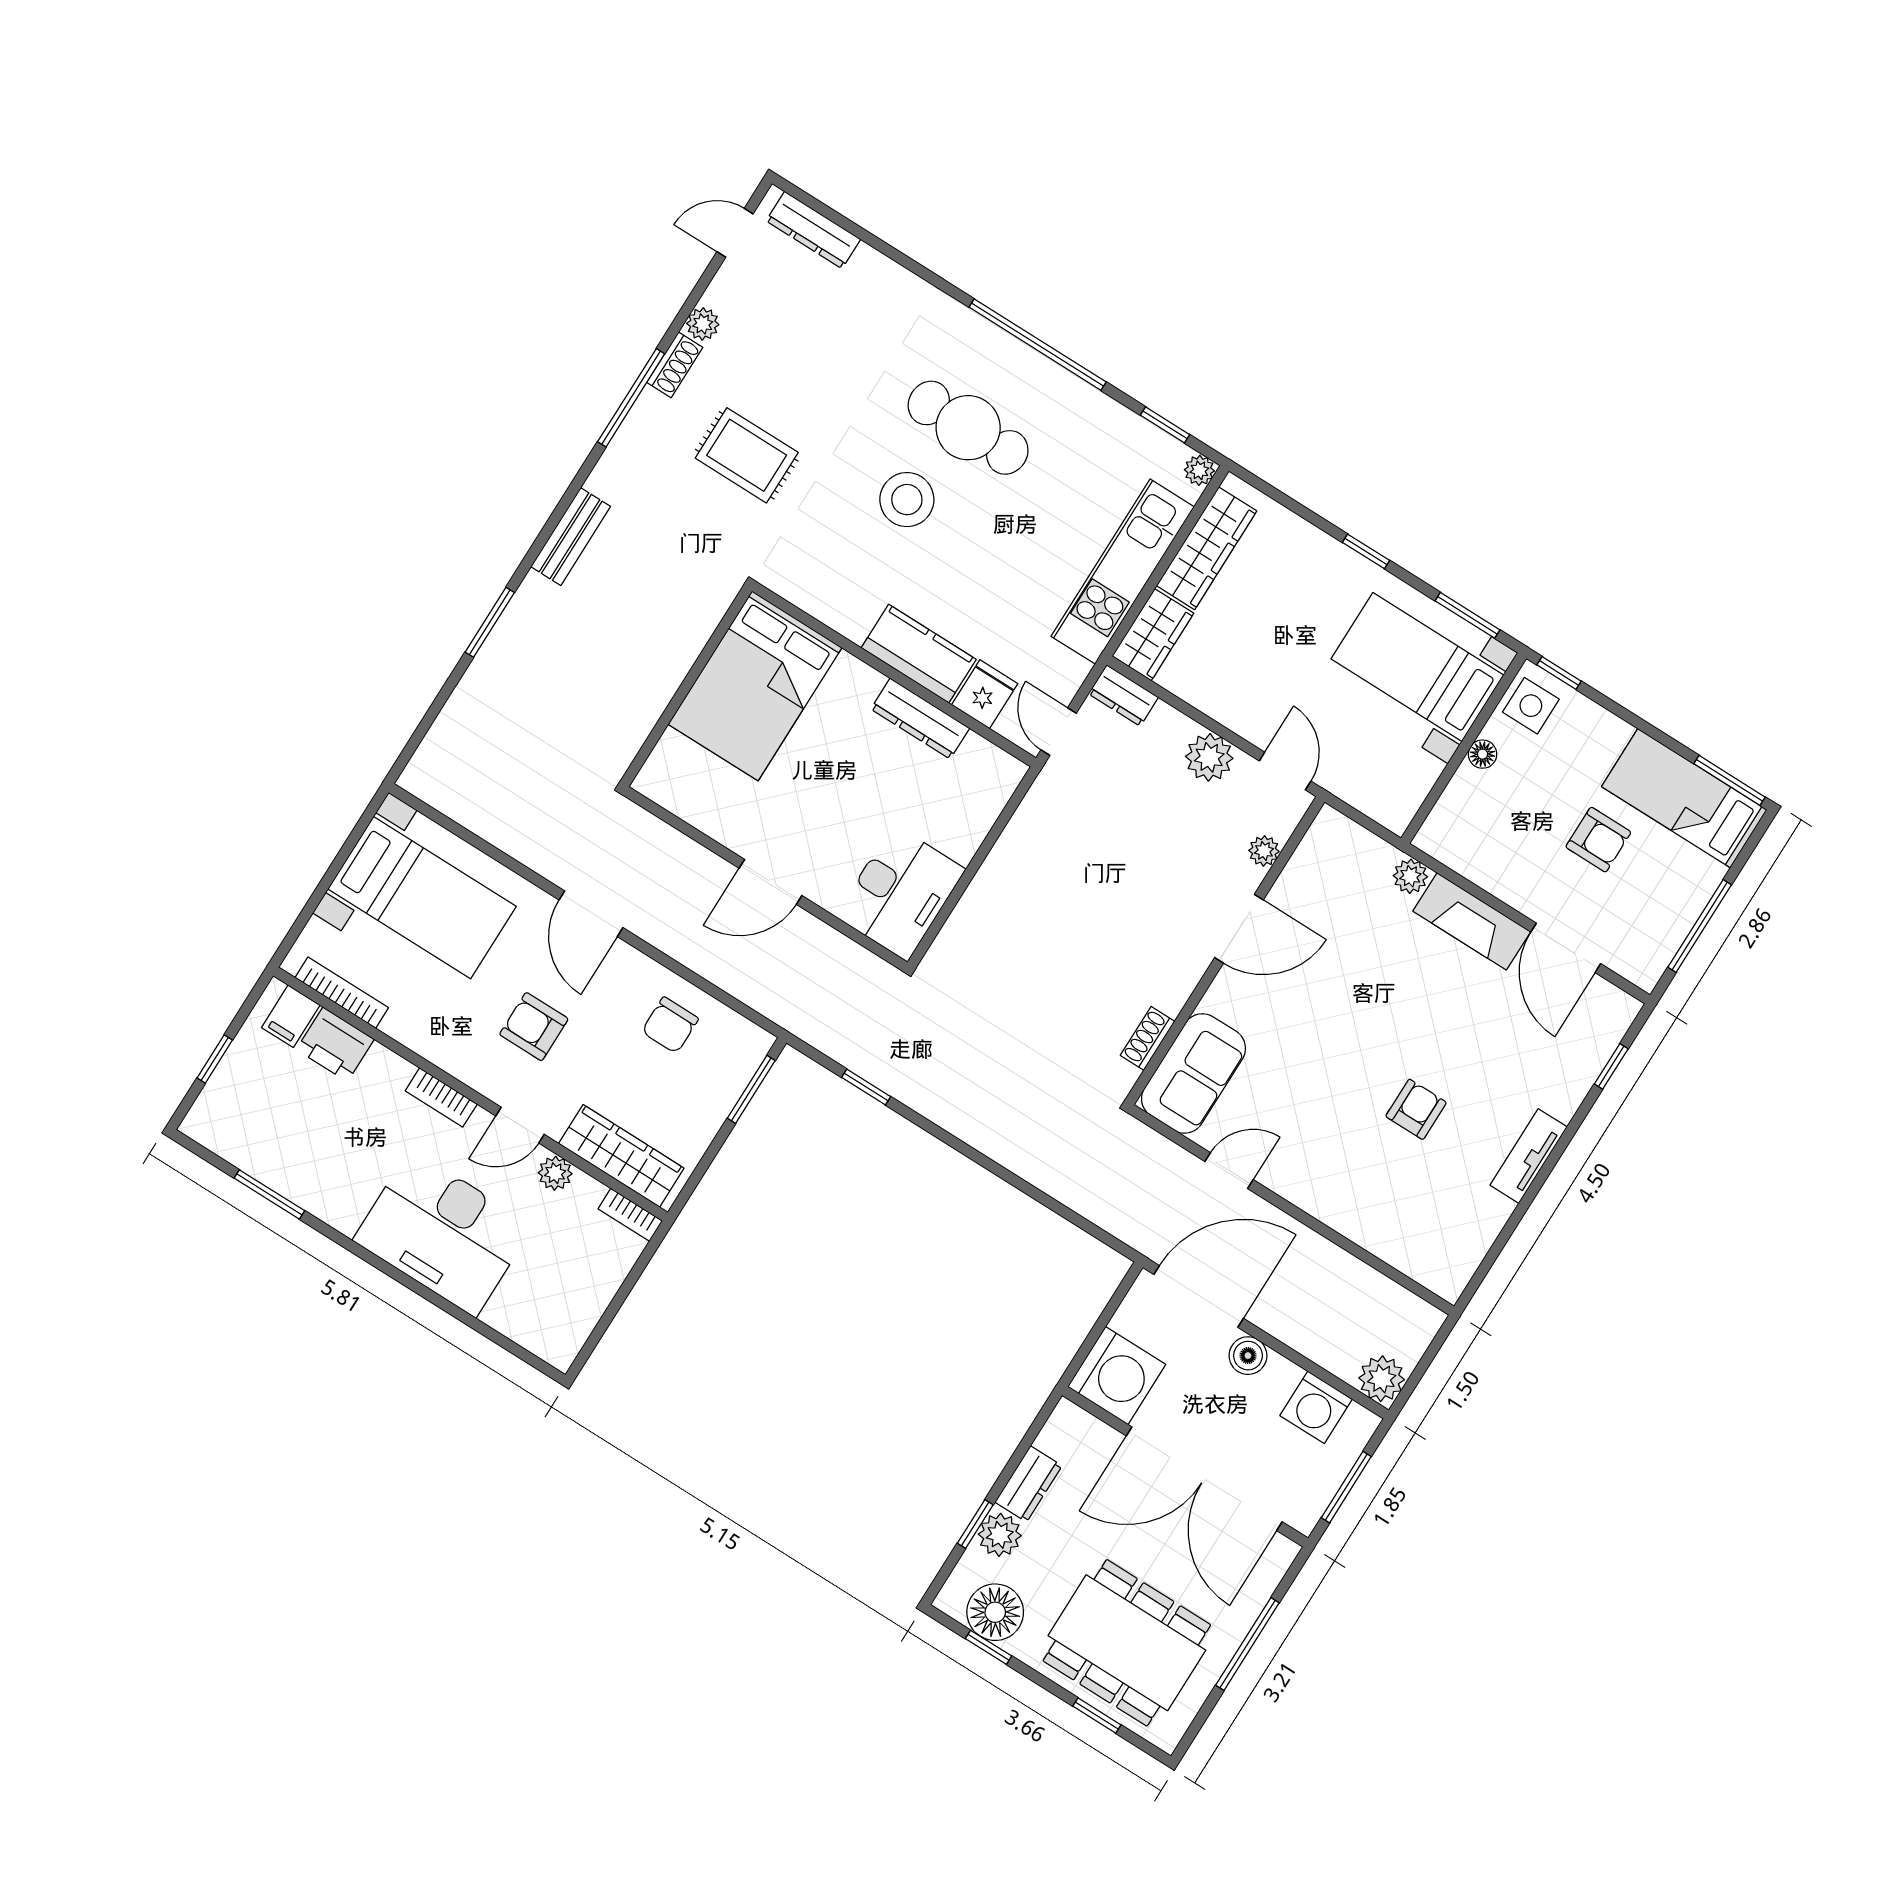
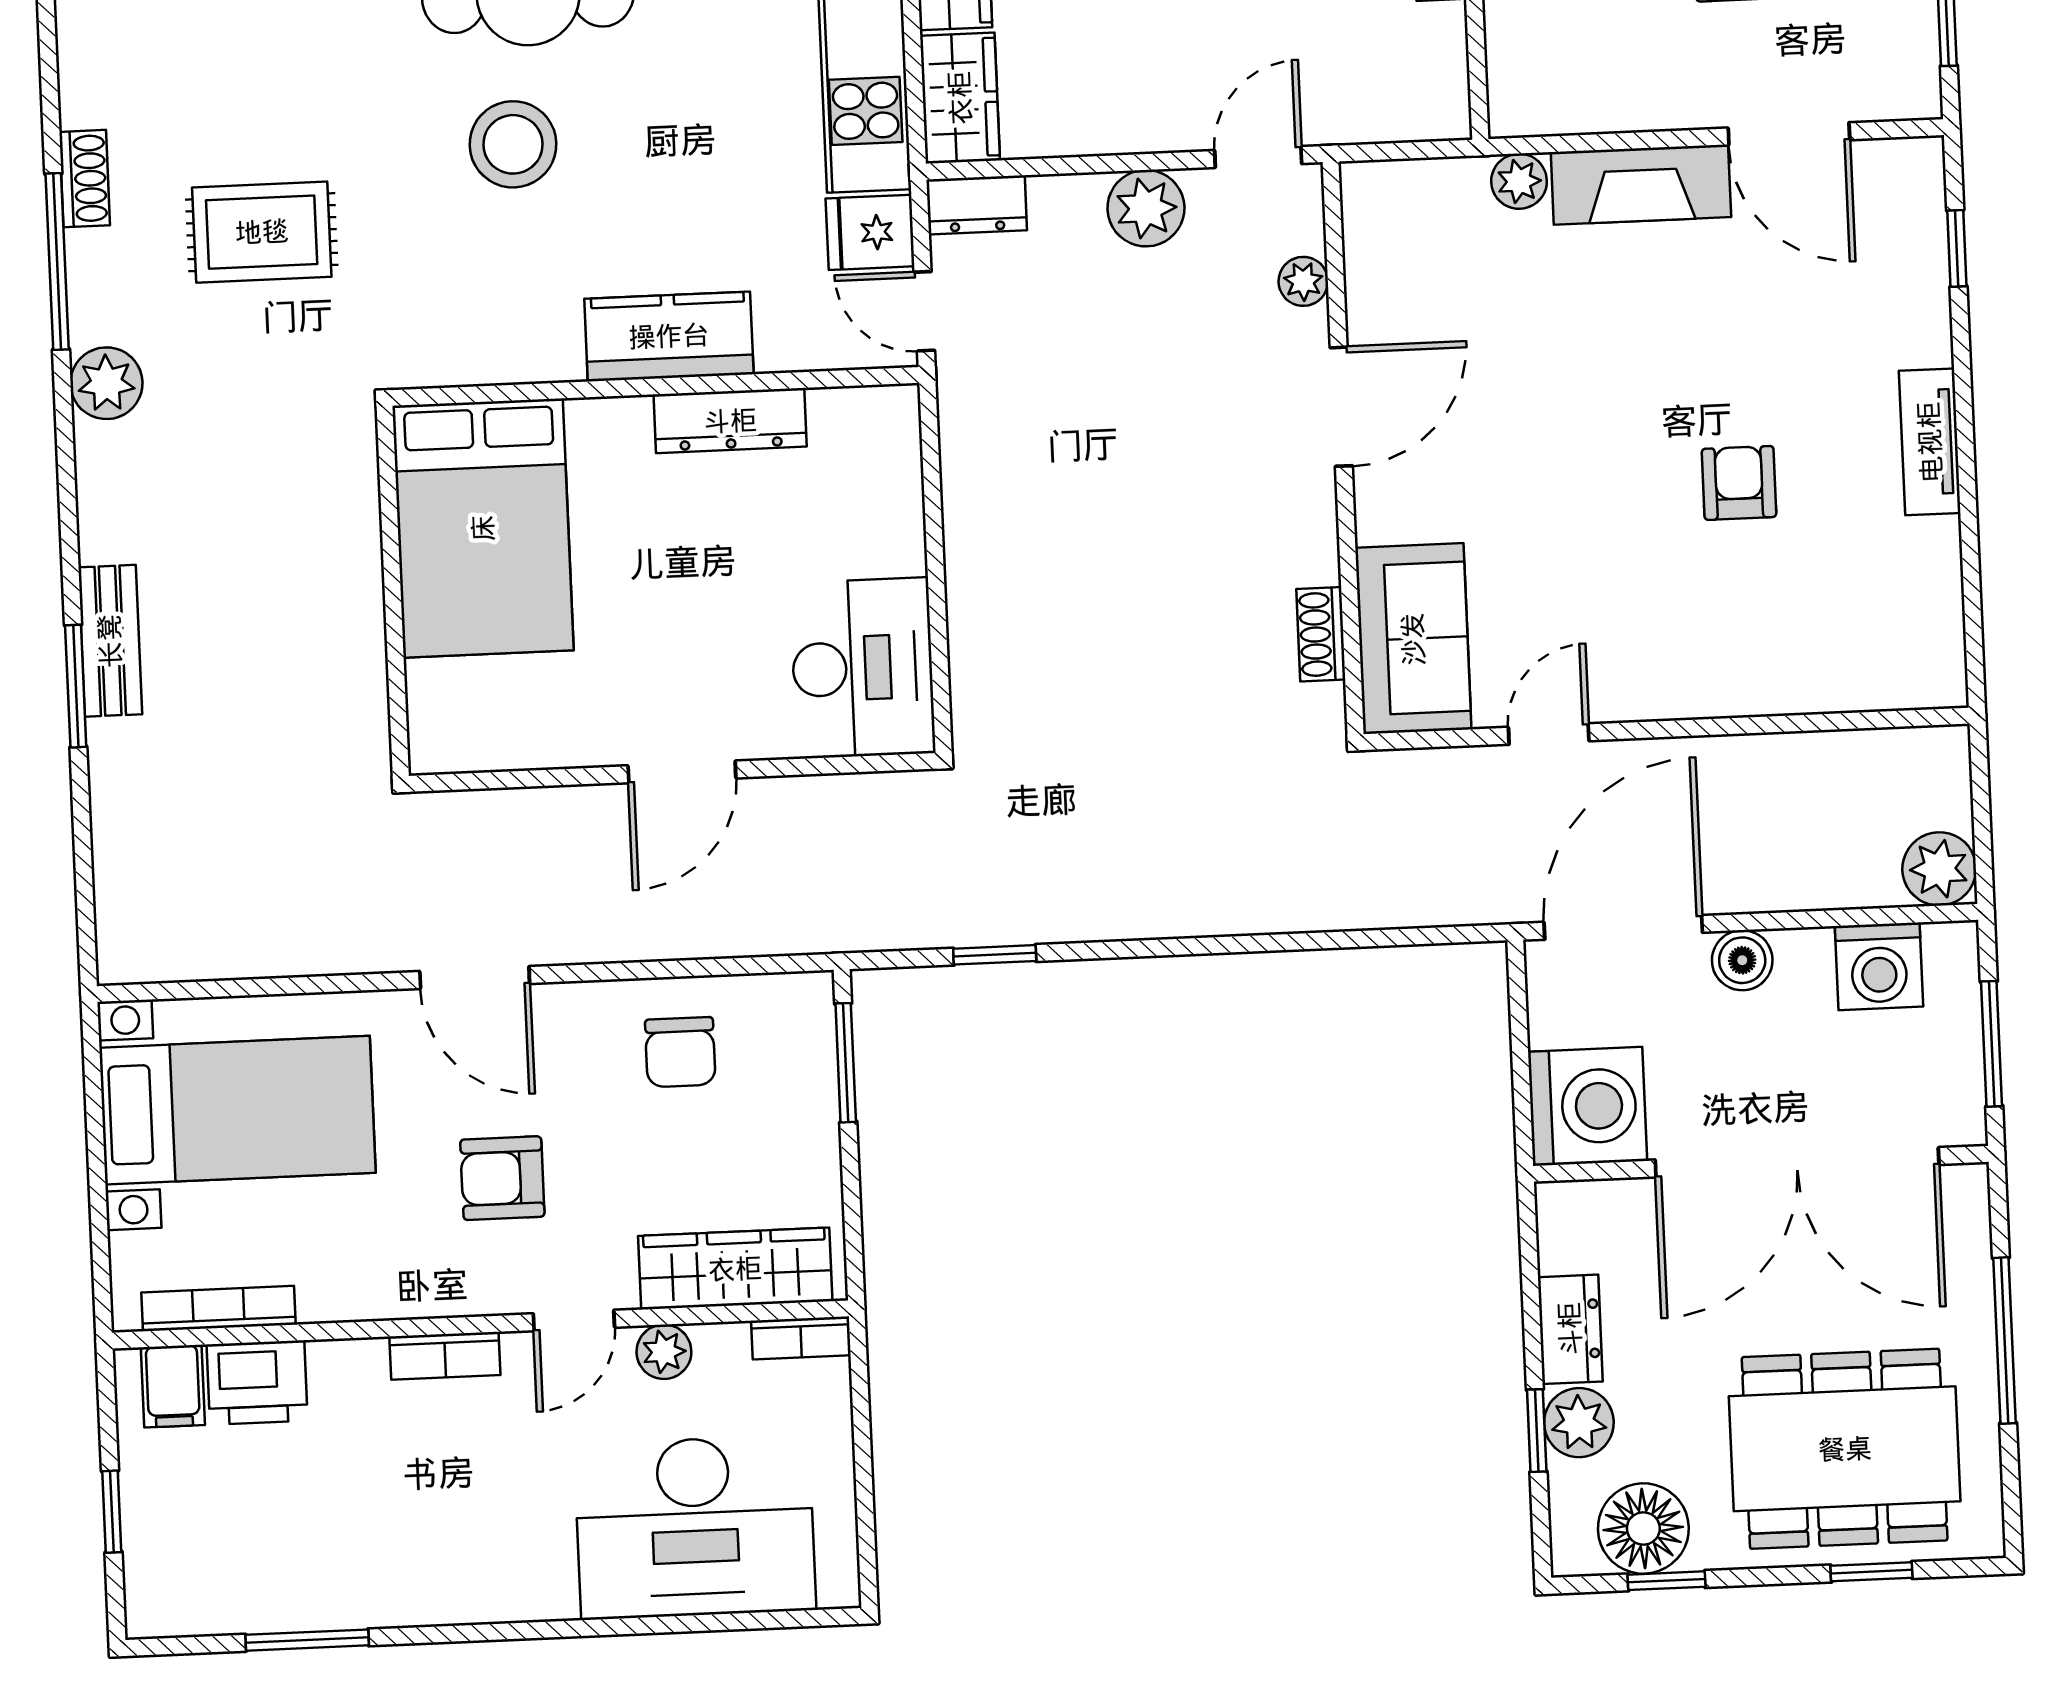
plant: (703, 324) -> (106, 383), moved, width x1.38, depth x1.38
bench: (571, 537) -> (110, 641), moved
fridge: (985, 694) -> (870, 232), moved, turned -90
door: (1285, 771) -> (1258, 157), hinge flipped
desk: (443, 1233) -> (695, 1527), moved

